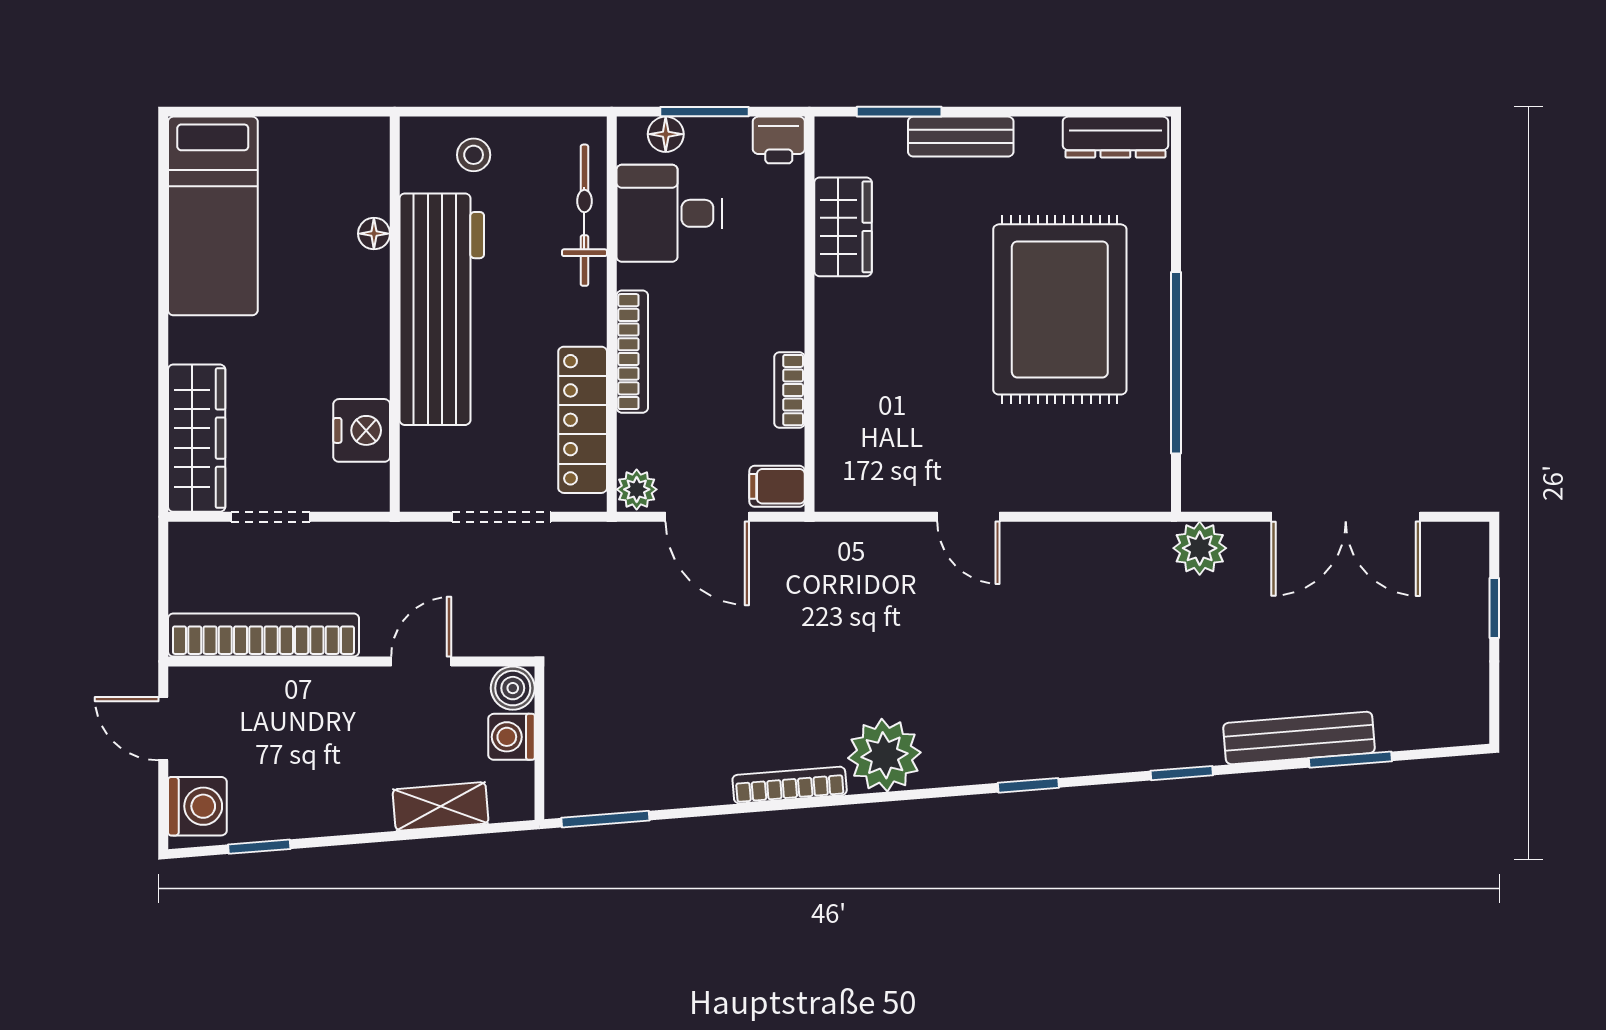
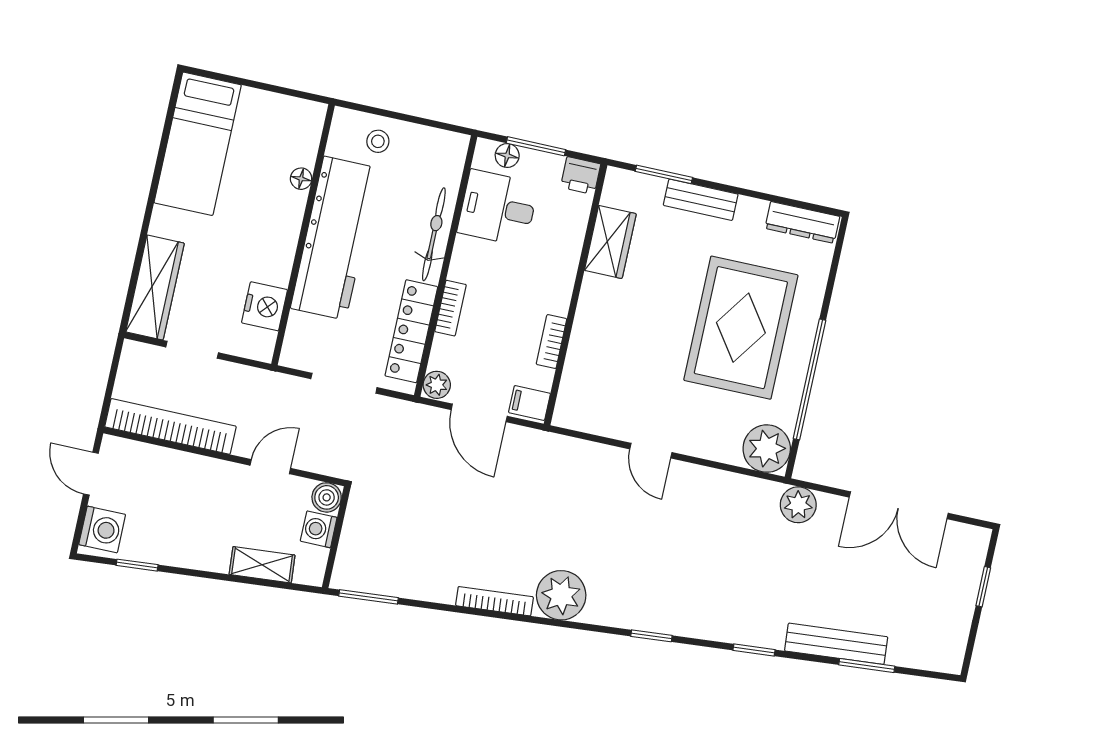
bicycle: (584, 215) -> (434, 234), moved
bookcase: (632, 352) -> (451, 308), width x0.64
plant: (1136, 477) -> (767, 449), added

